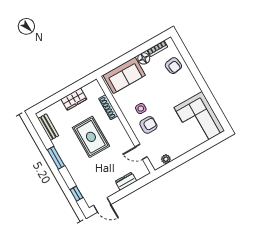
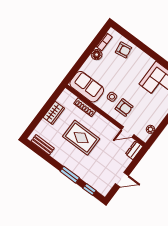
sofa: (124, 75) -> (87, 87), moved, turned -90
armchair: (148, 125) -> (124, 108), turned 90
window: (56, 158) -> (70, 175), moved
dresser: (126, 181) -> (134, 150), moved
door: (102, 205) -> (122, 180), moved

